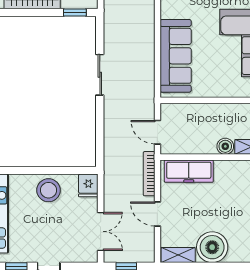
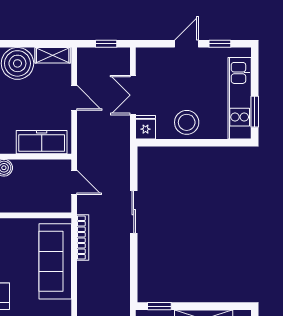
sliding door: (100, 75) -> (134, 212), moved
bookcase: (149, 174) -> (83, 238), moved
double door: (101, 231) -> (133, 95), moved

